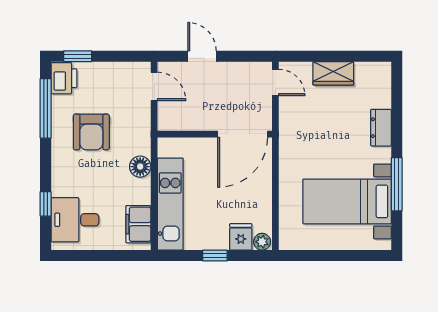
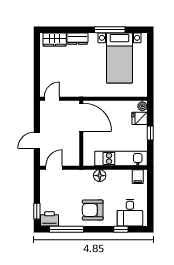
wardrobe: (333, 73) -> (55, 39), moved, turned 90
armchair: (91, 132) -> (93, 210), moved, turned 180
filing cabinet: (138, 224) -> (138, 177), width x0.50

